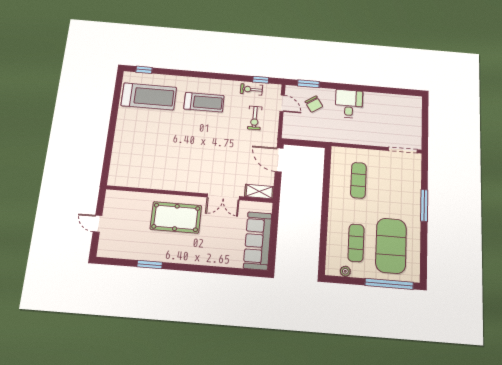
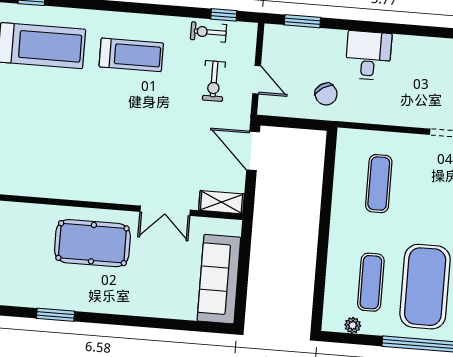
door: (282, 103) -> (257, 80), moved
chair: (314, 104) -> (326, 94), moved

